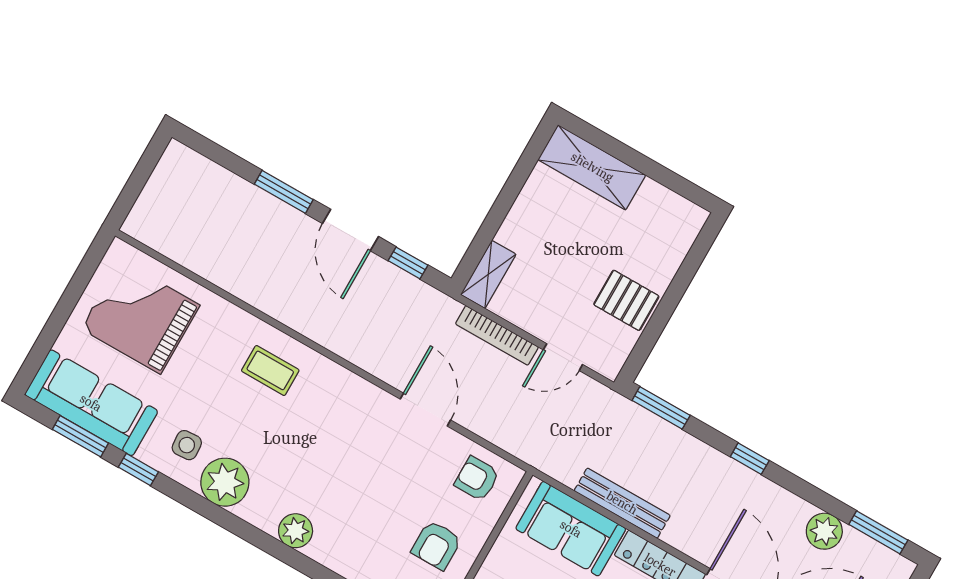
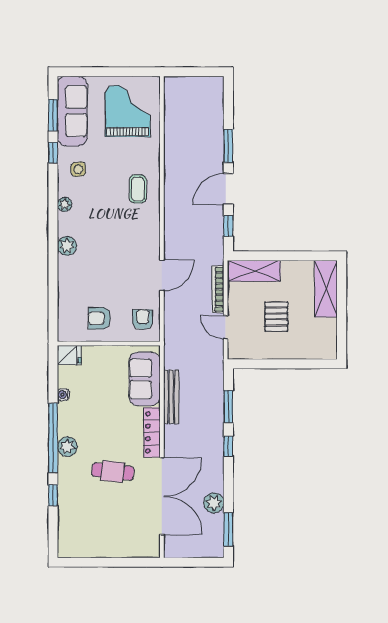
shelving: (488, 274) -> (254, 271), width x1.50, depth x1.33
pallet: (626, 300) -> (276, 317), moved
window: (661, 408) -> (228, 407), moved
plant: (225, 482) -> (65, 204), width x0.53, depth x0.53

